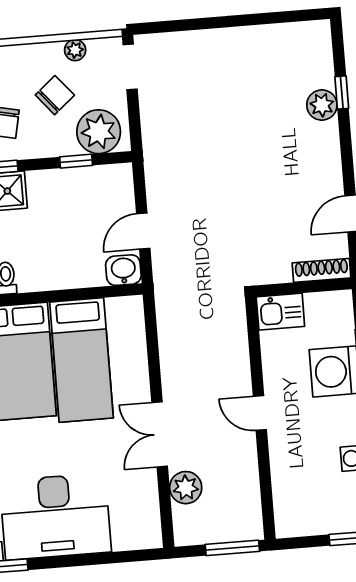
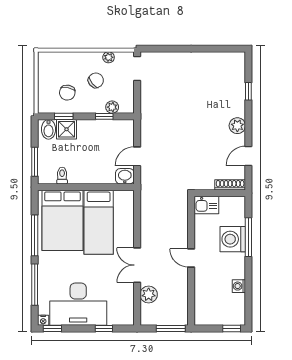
plant: (322, 105) -> (237, 126), moved
plant: (99, 132) -> (112, 107), width x0.53, depth x0.53
window: (107, 558) -> (104, 329), added

